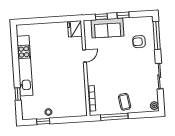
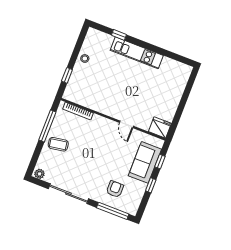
kitchen unit: (25, 66) -> (137, 53), width x0.73
sliding door: (159, 76) -> (68, 194), width x1.37
window: (43, 121) -> (67, 75), moved

